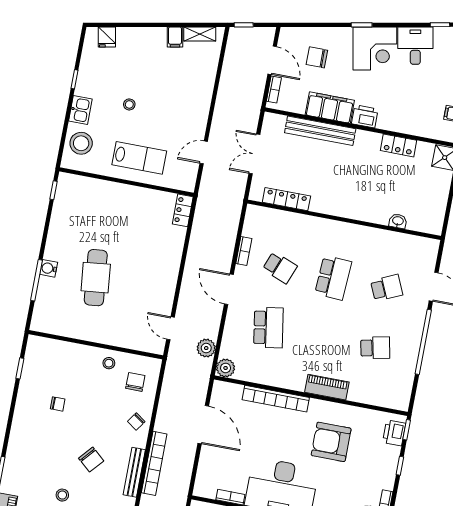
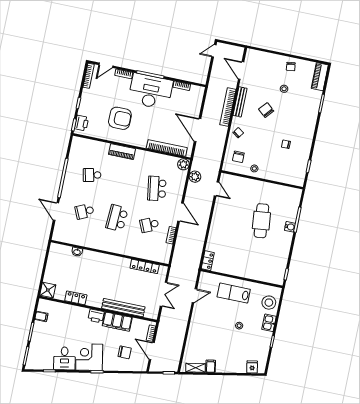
school desk: (280, 268) -> (149, 225), turned -45
bookcase: (276, 399) -> (167, 148), moved

